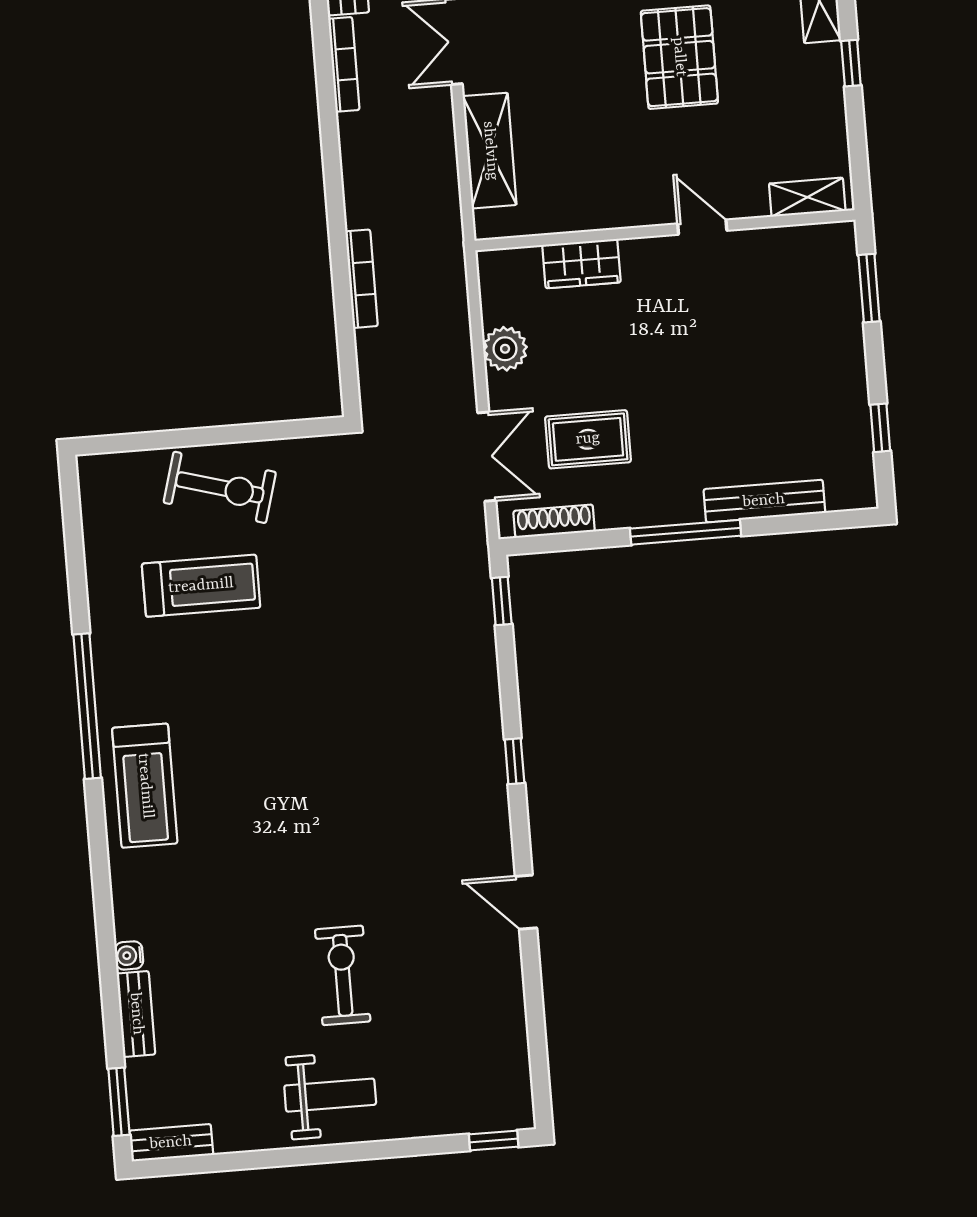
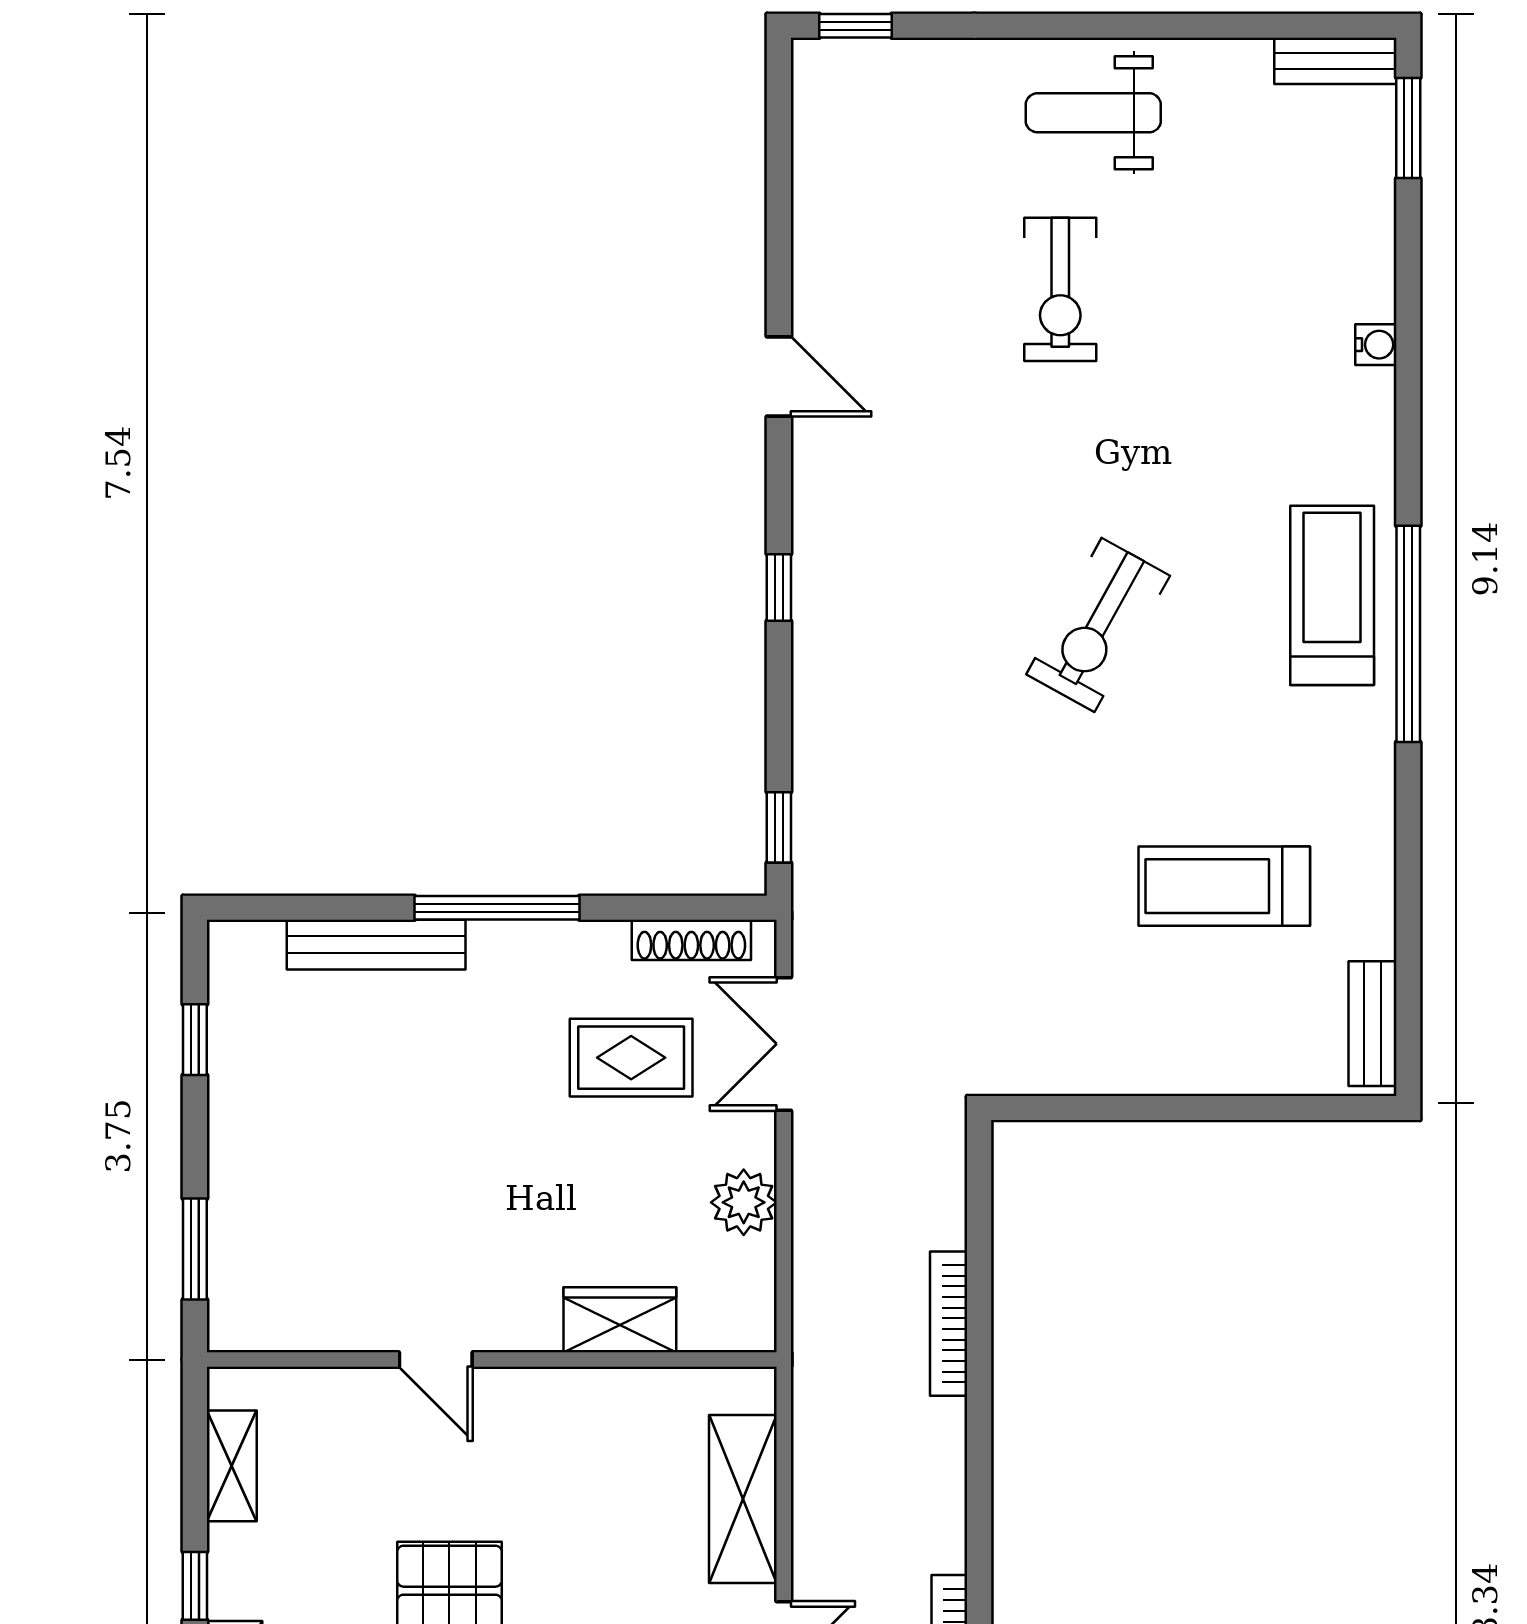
shelving: (807, 197) -> (232, 1466), moved, turned 90
exercise bike: (220, 487) -> (1098, 625), moved, turned -77
window: (87, 706) -> (1408, 634), moved
bench: (136, 1014) -> (1372, 1024), moved

